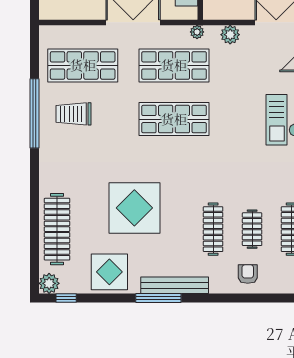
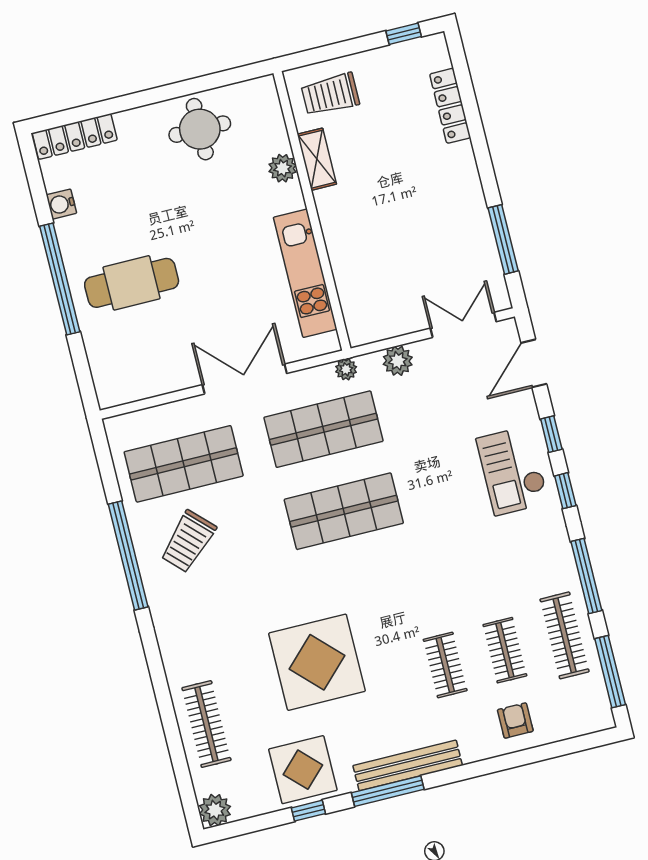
trolley: (74, 114) -> (188, 541), turned -45
clothes rail: (57, 229) -> (206, 724), width x0.73, depth x0.76
clothes rail: (213, 229) -> (445, 665), width x0.73
window: (66, 298) -> (308, 811), moved

